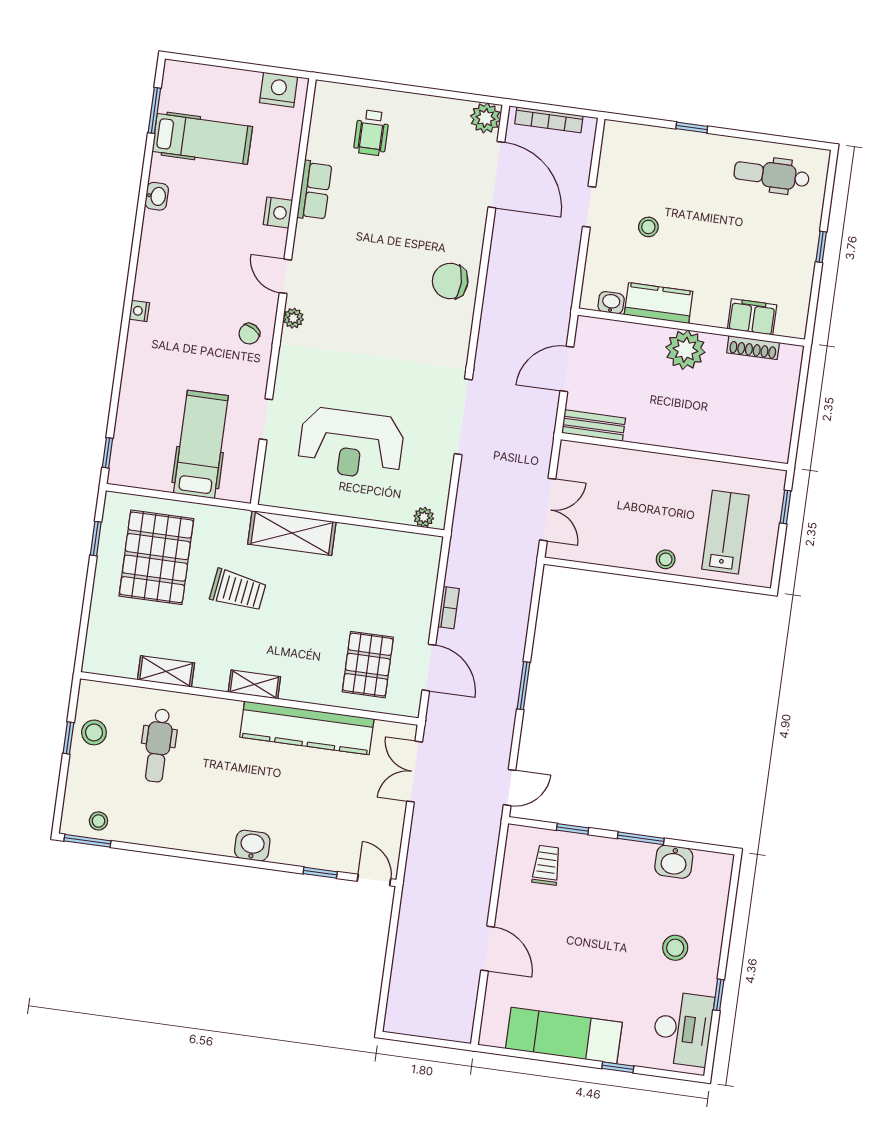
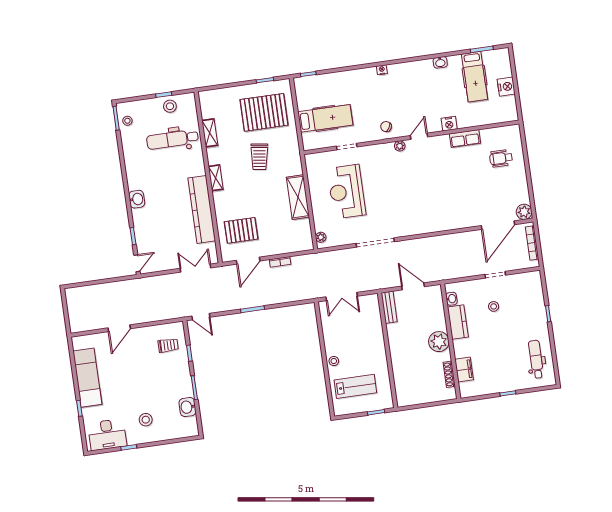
nightstand: (279, 90) -> (506, 87), moved
chair: (450, 281) -> (440, 217), removed
shelving: (292, 533) -> (298, 197), moved
dental chair: (158, 745) -> (173, 139), width x1.36, depth x1.38

